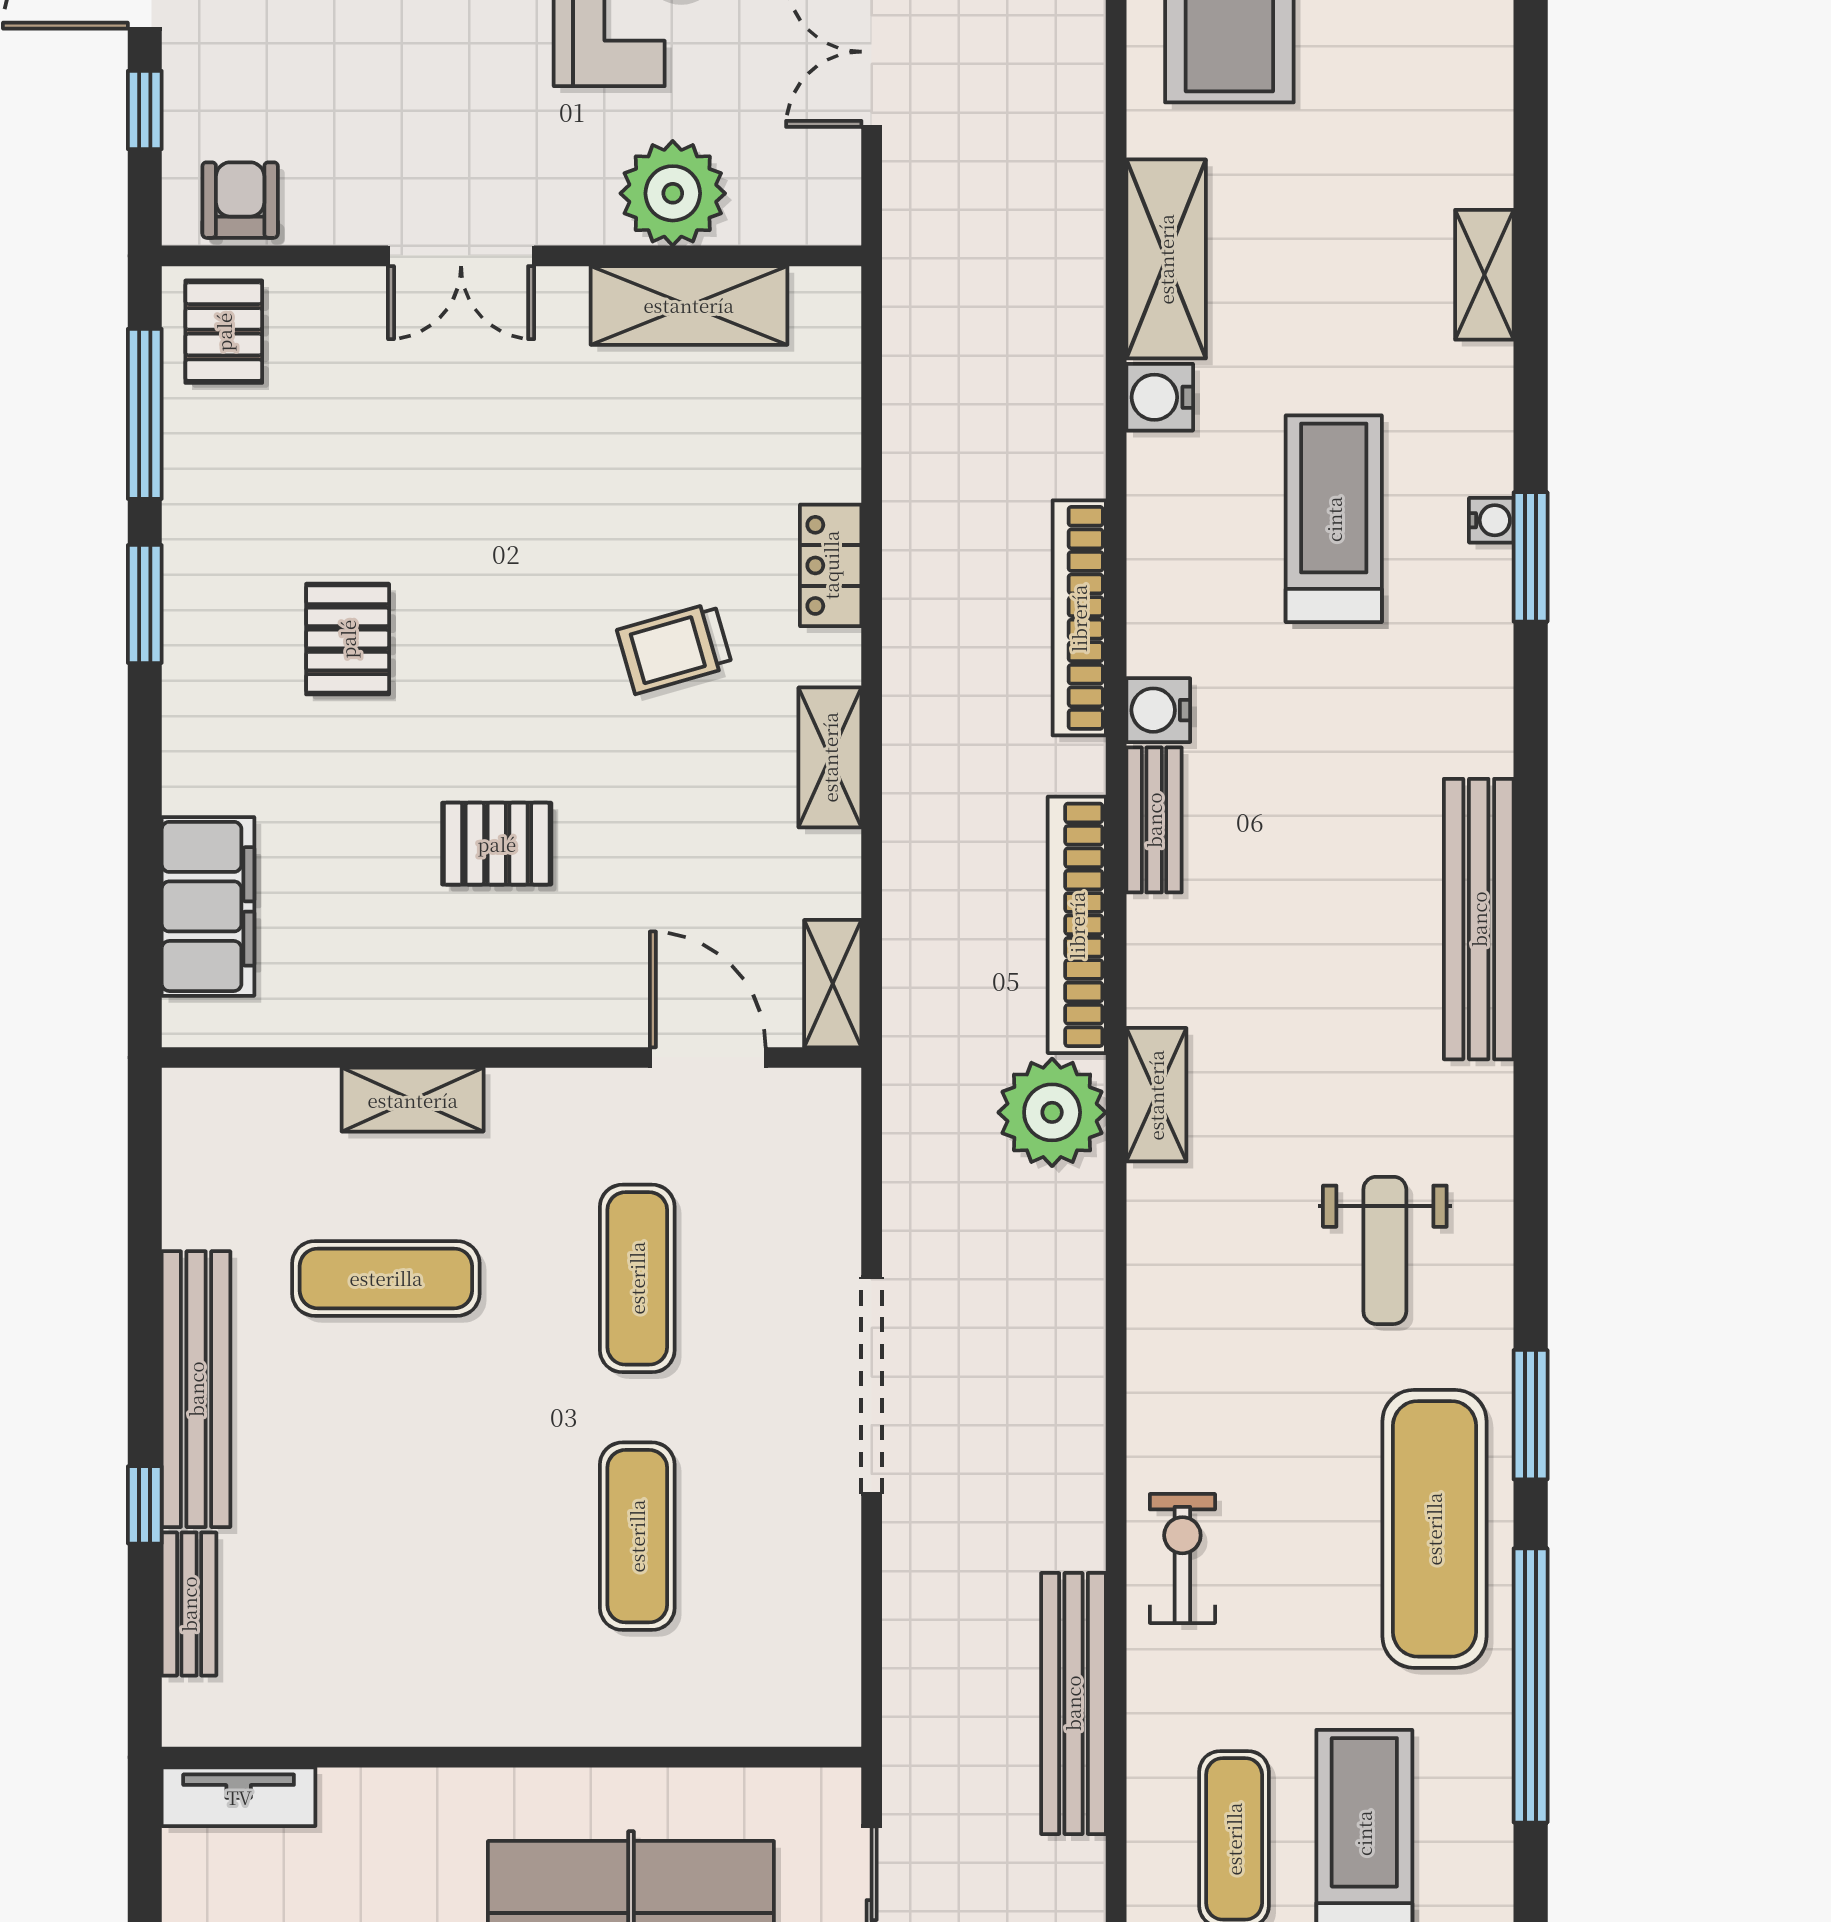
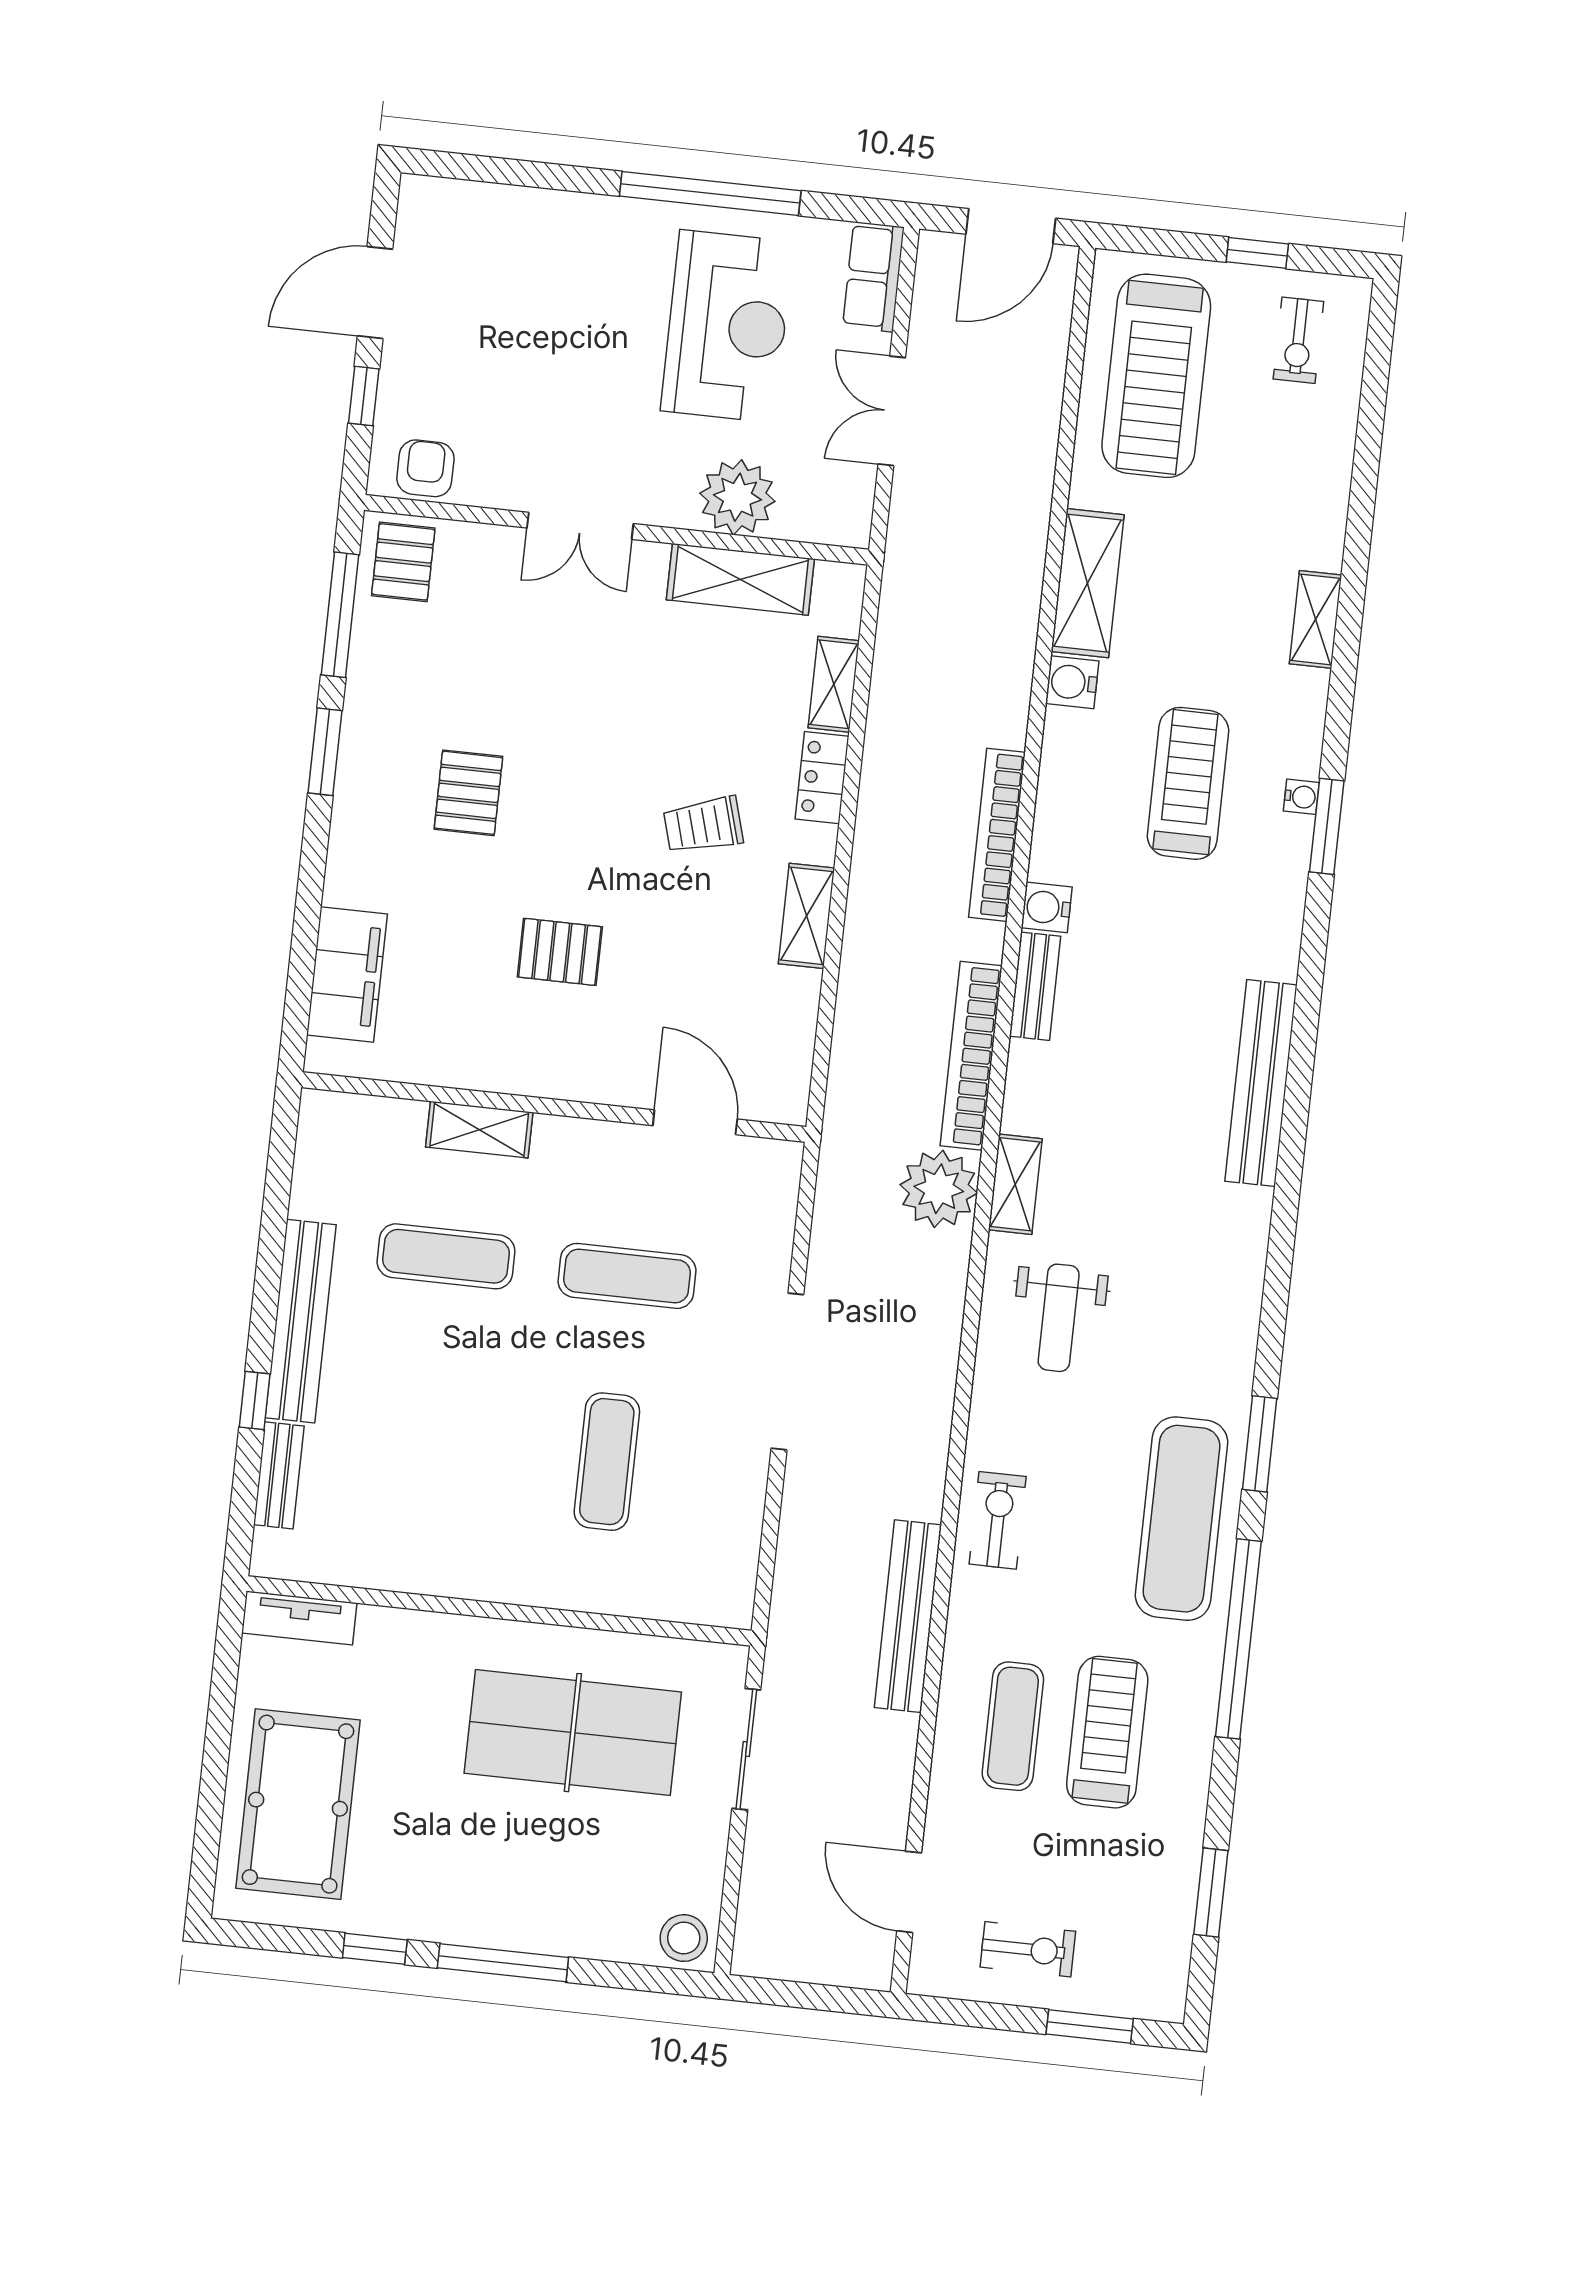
shelving: (833, 984) -> (834, 684), moved
weight bench: (1385, 1250) -> (1059, 1318), moved
exercise mat: (637, 1278) -> (627, 1276), turned 90

